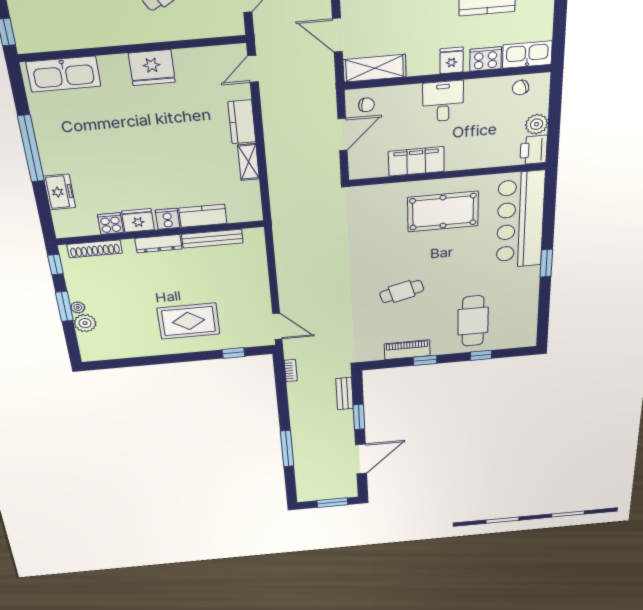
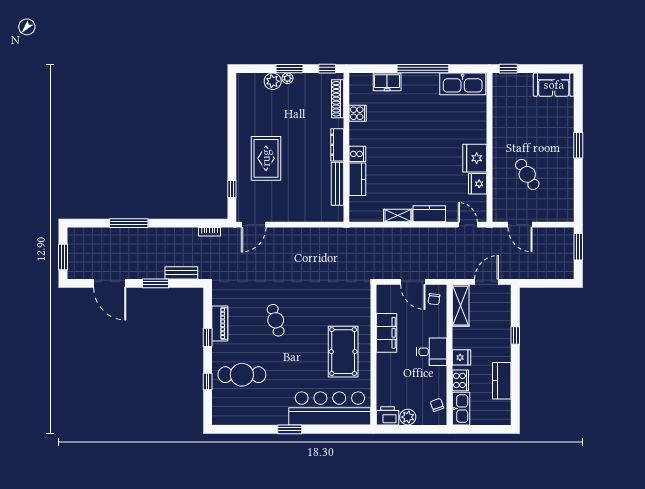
kitchen sink: (63, 74) -> (463, 84), moved, turned -90
fridge: (138, 220) -> (478, 184), moved, turned 180

